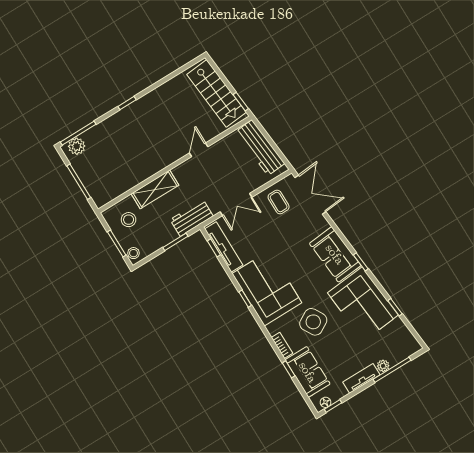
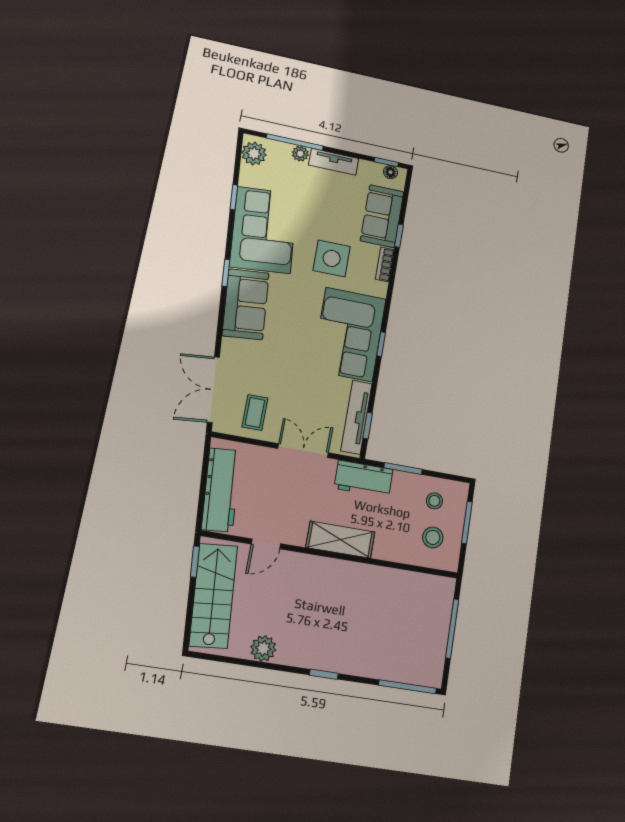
plant: (77, 146) -> (263, 648), moved
door: (199, 150) -> (266, 544), moved
shelving: (155, 189) -> (340, 540), moved
stool: (134, 253) -> (434, 501), moved
side table: (313, 322) -> (332, 258), turned 30
plant: (407, 342) -> (254, 154), added

